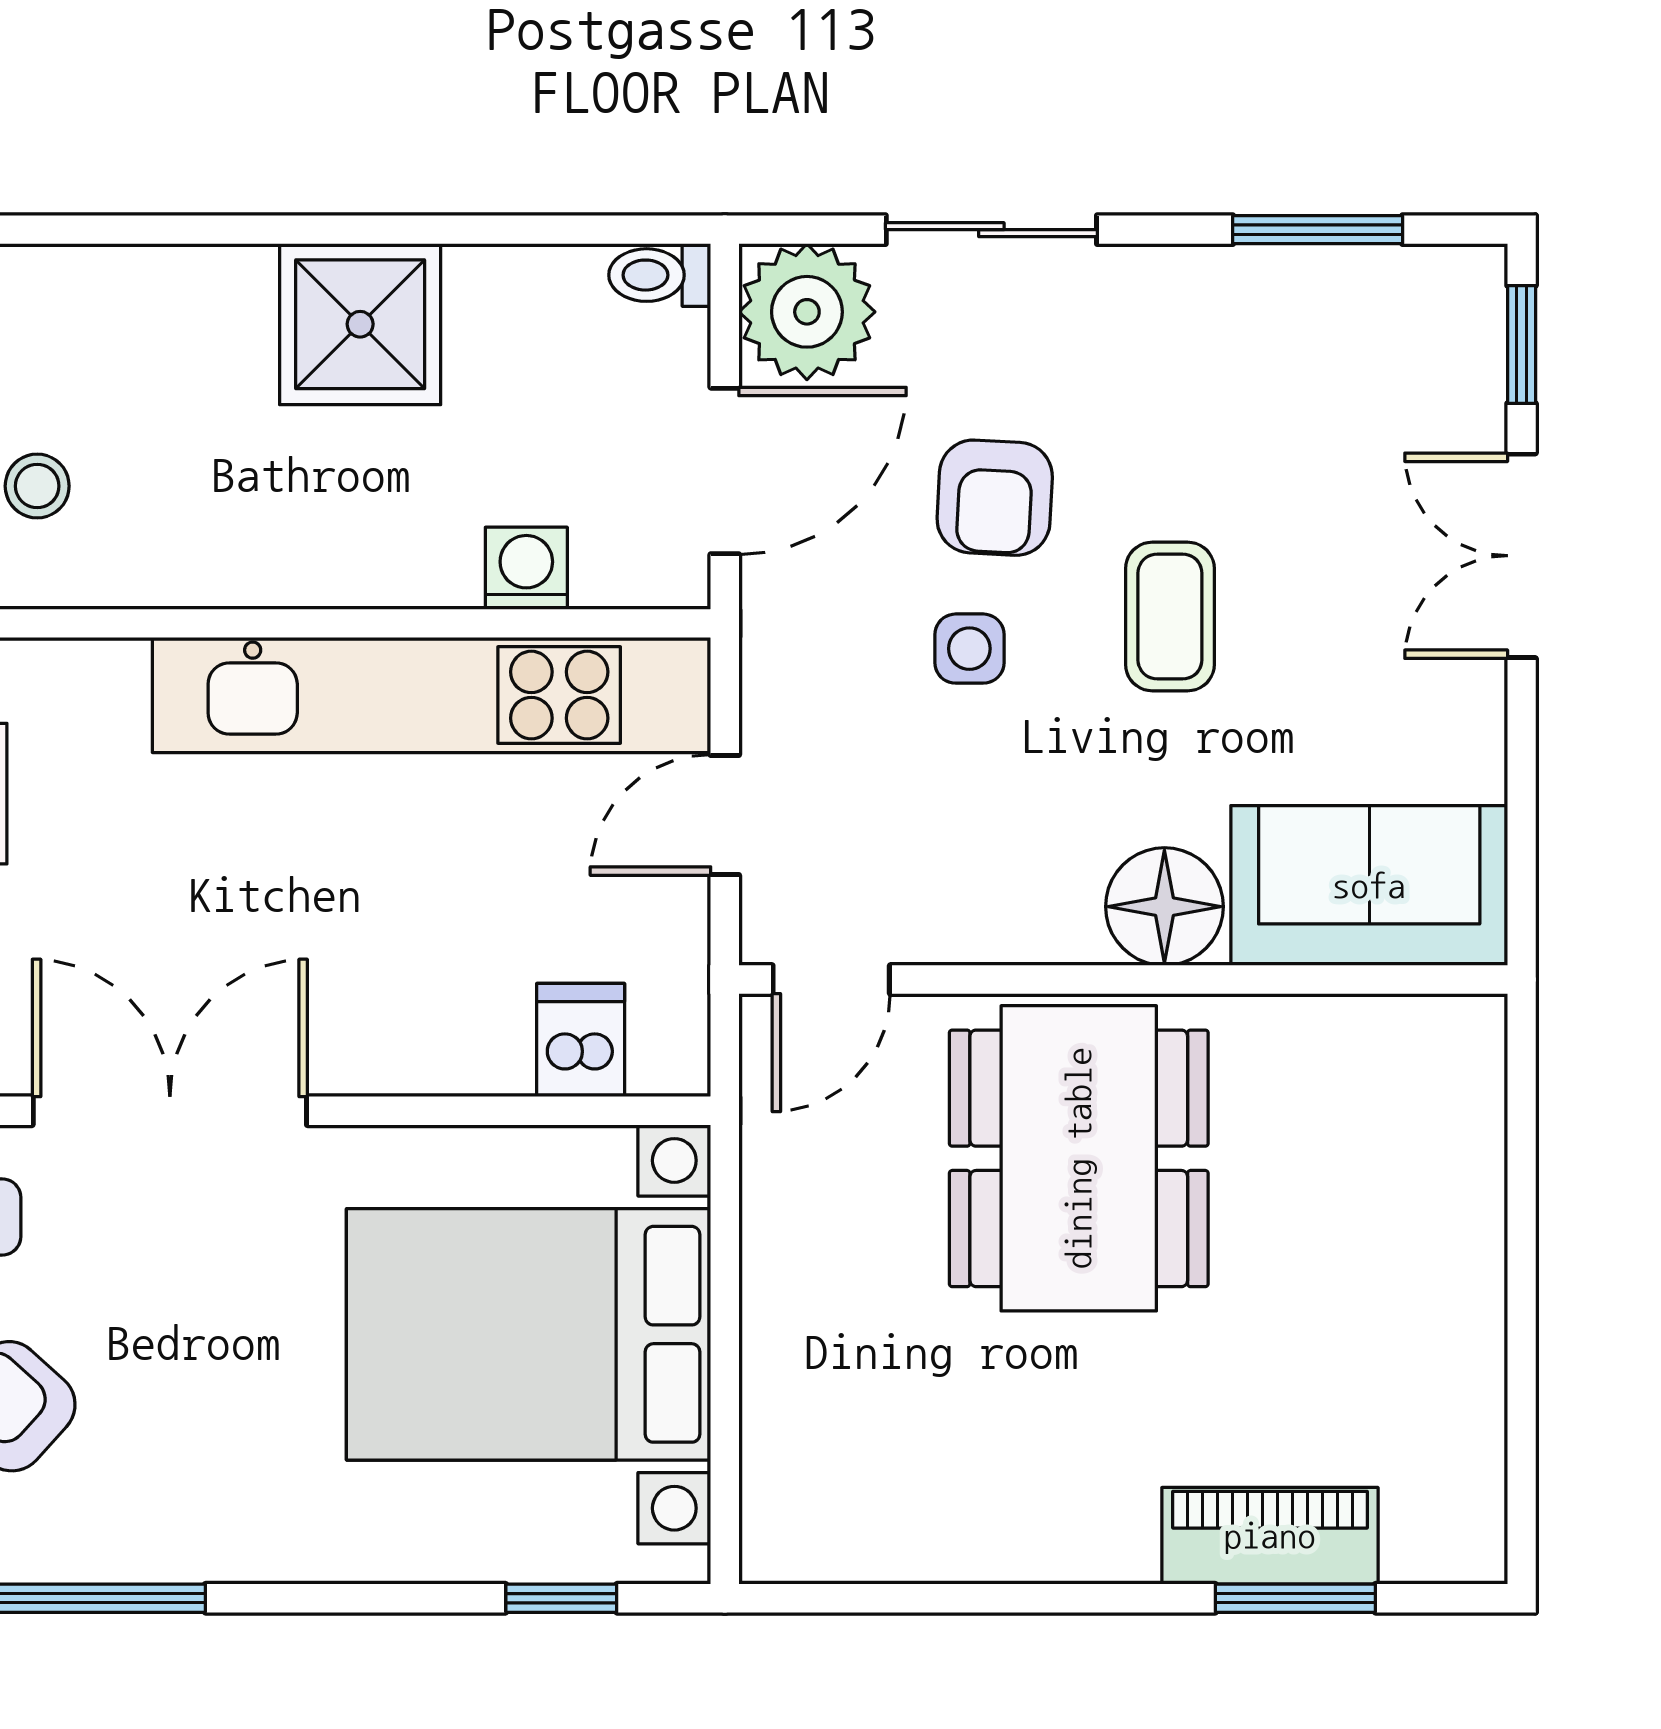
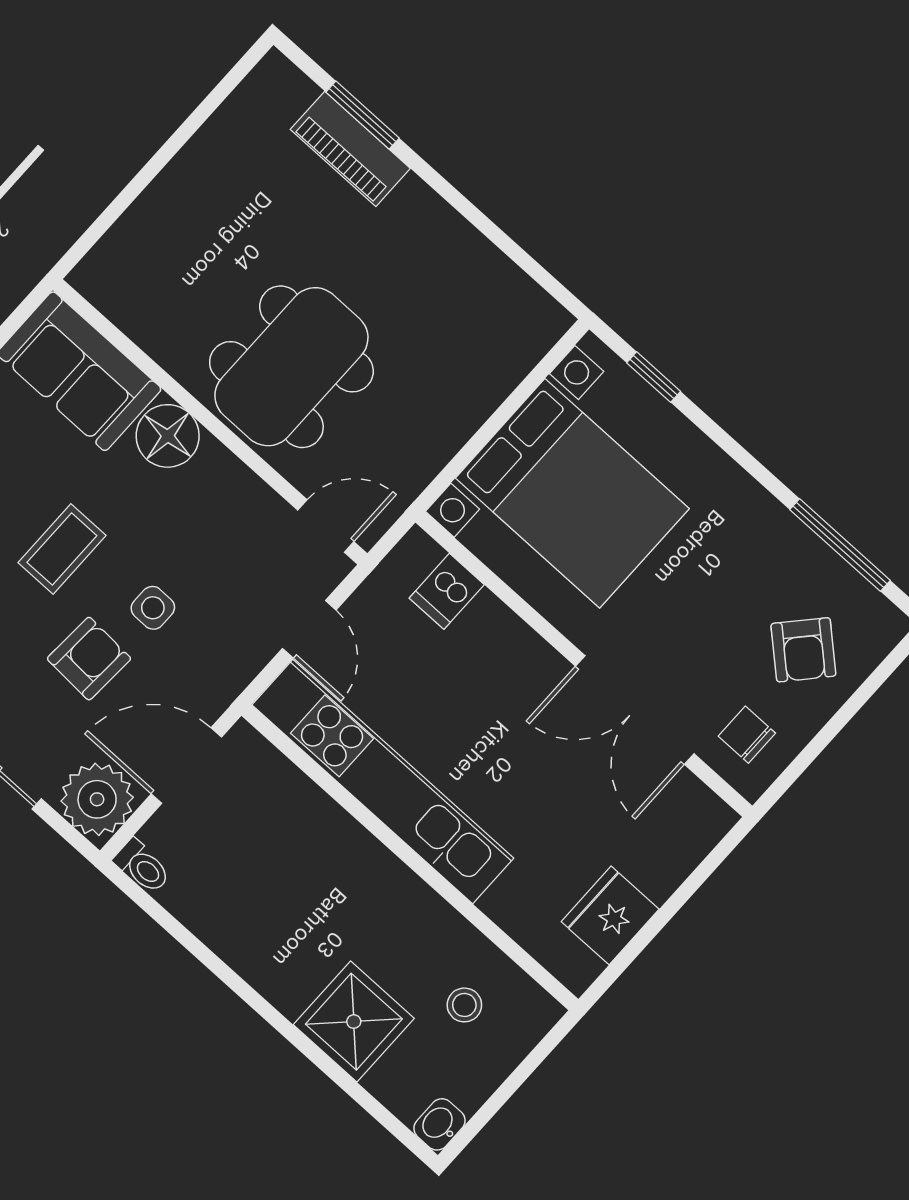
shower: (360, 324) -> (354, 1022), moved
washing machine: (526, 568) -> (300, 798), removed
door: (725, 815) -> (309, 629), hinge flipped

